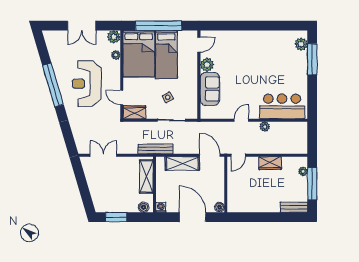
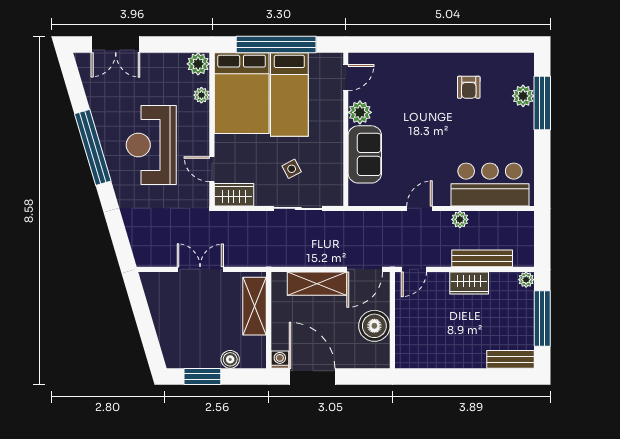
double door: (82, 26) -> (116, 45), moved
plant: (301, 44) -> (523, 96), moved
armchair: (270, 50) -> (469, 87), added
bench: (155, 149) -> (482, 258), moved
double door: (103, 155) -> (200, 269), moved
door: (210, 155) -> (365, 269), swing flipped
plant: (303, 171) -> (526, 280), moved
boiler: (144, 207) -> (230, 359), moved
boiler: (220, 207) -> (374, 326), moved, width x1.86, depth x1.86
door: (193, 217) -> (312, 377), moved

